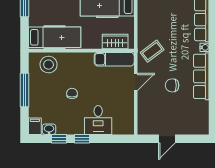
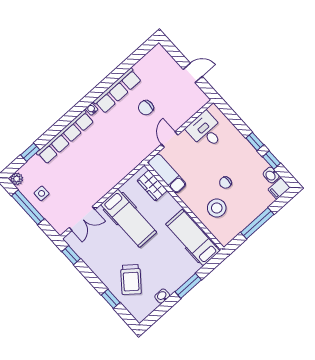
coffee table: (152, 51) -> (133, 149), removed
stool: (49, 65) -> (217, 208), moved
door: (136, 82) -> (170, 139), hinge flipped
chair: (172, 85) -> (146, 108), turned 90
desk: (98, 120) -> (206, 131), moved, turned -90

